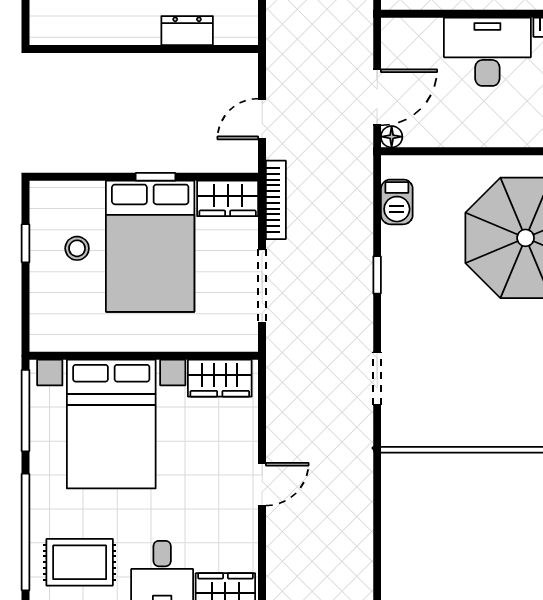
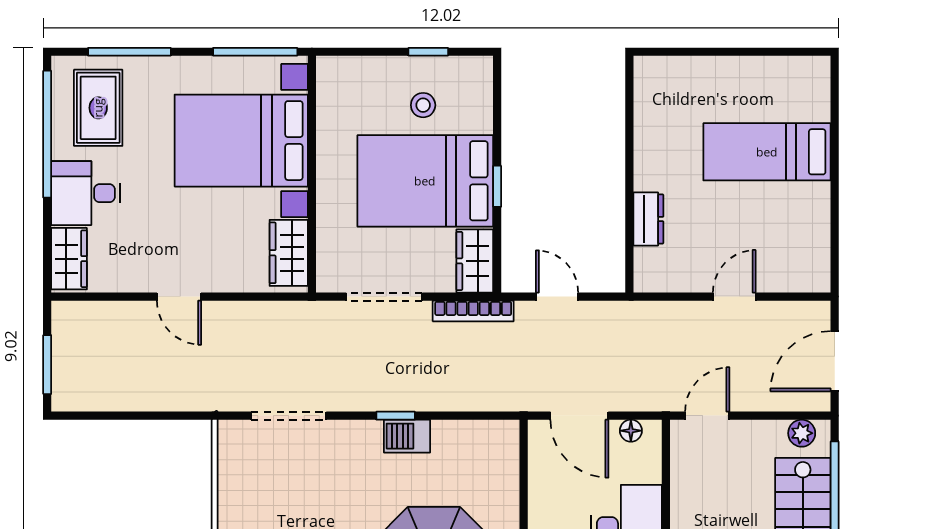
floor lamp: (392, 137) -> (631, 431), moved
barbecue: (397, 202) -> (407, 436), moved
doorway: (377, 378) -> (289, 416), width x1.38
window: (26, 532) -> (129, 52), width x0.68

